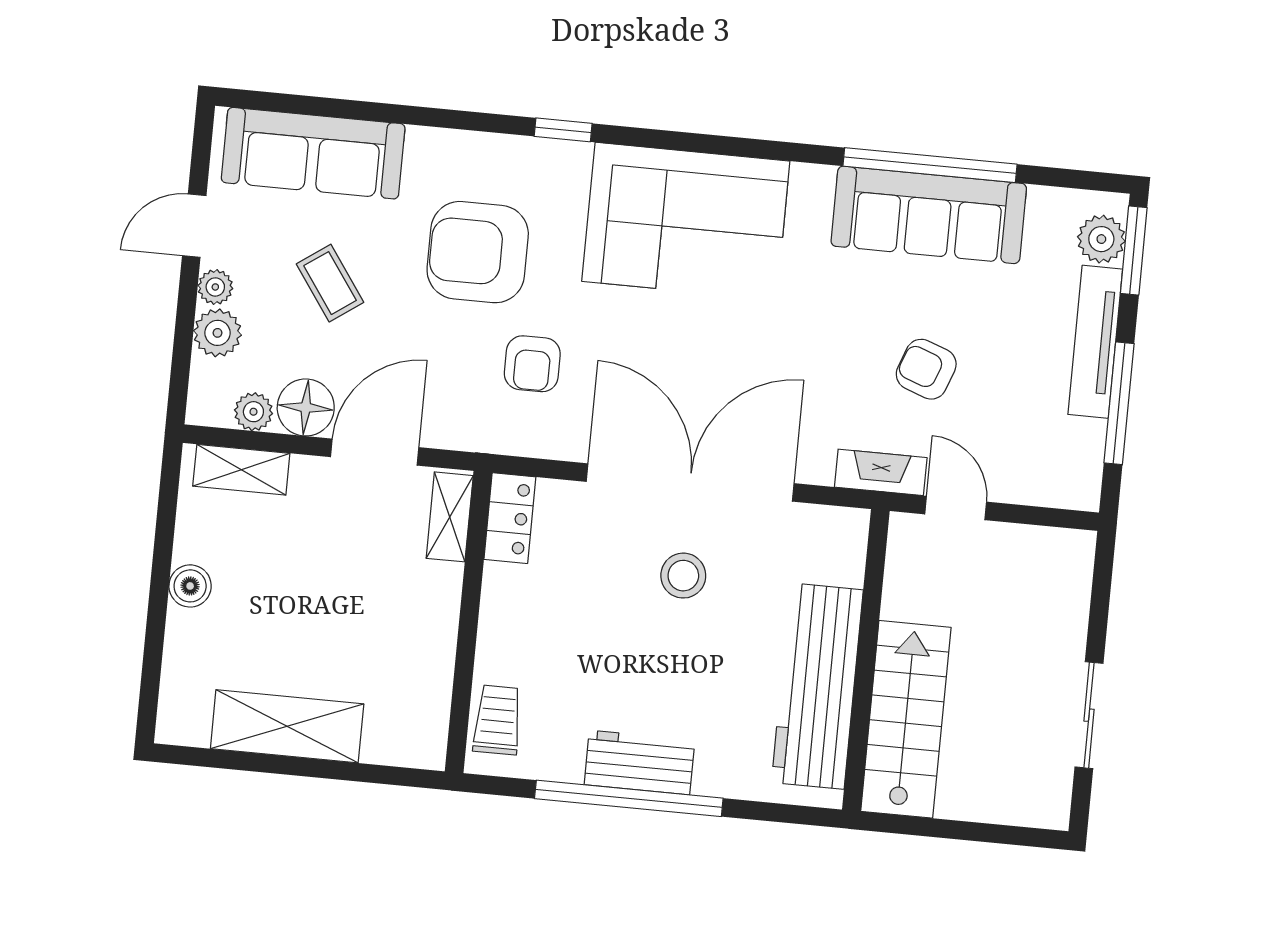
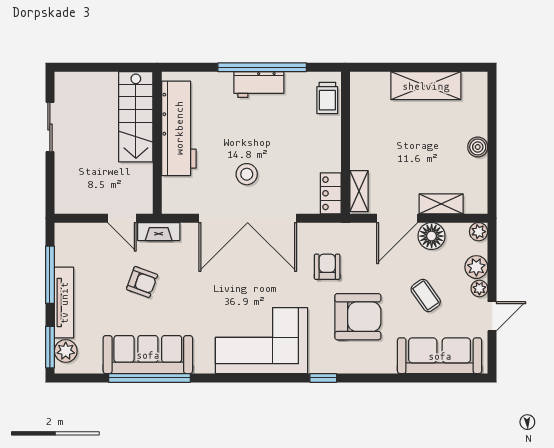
plant: (253, 412) -> (479, 232), moved
shelving: (241, 470) -> (441, 204), moved

